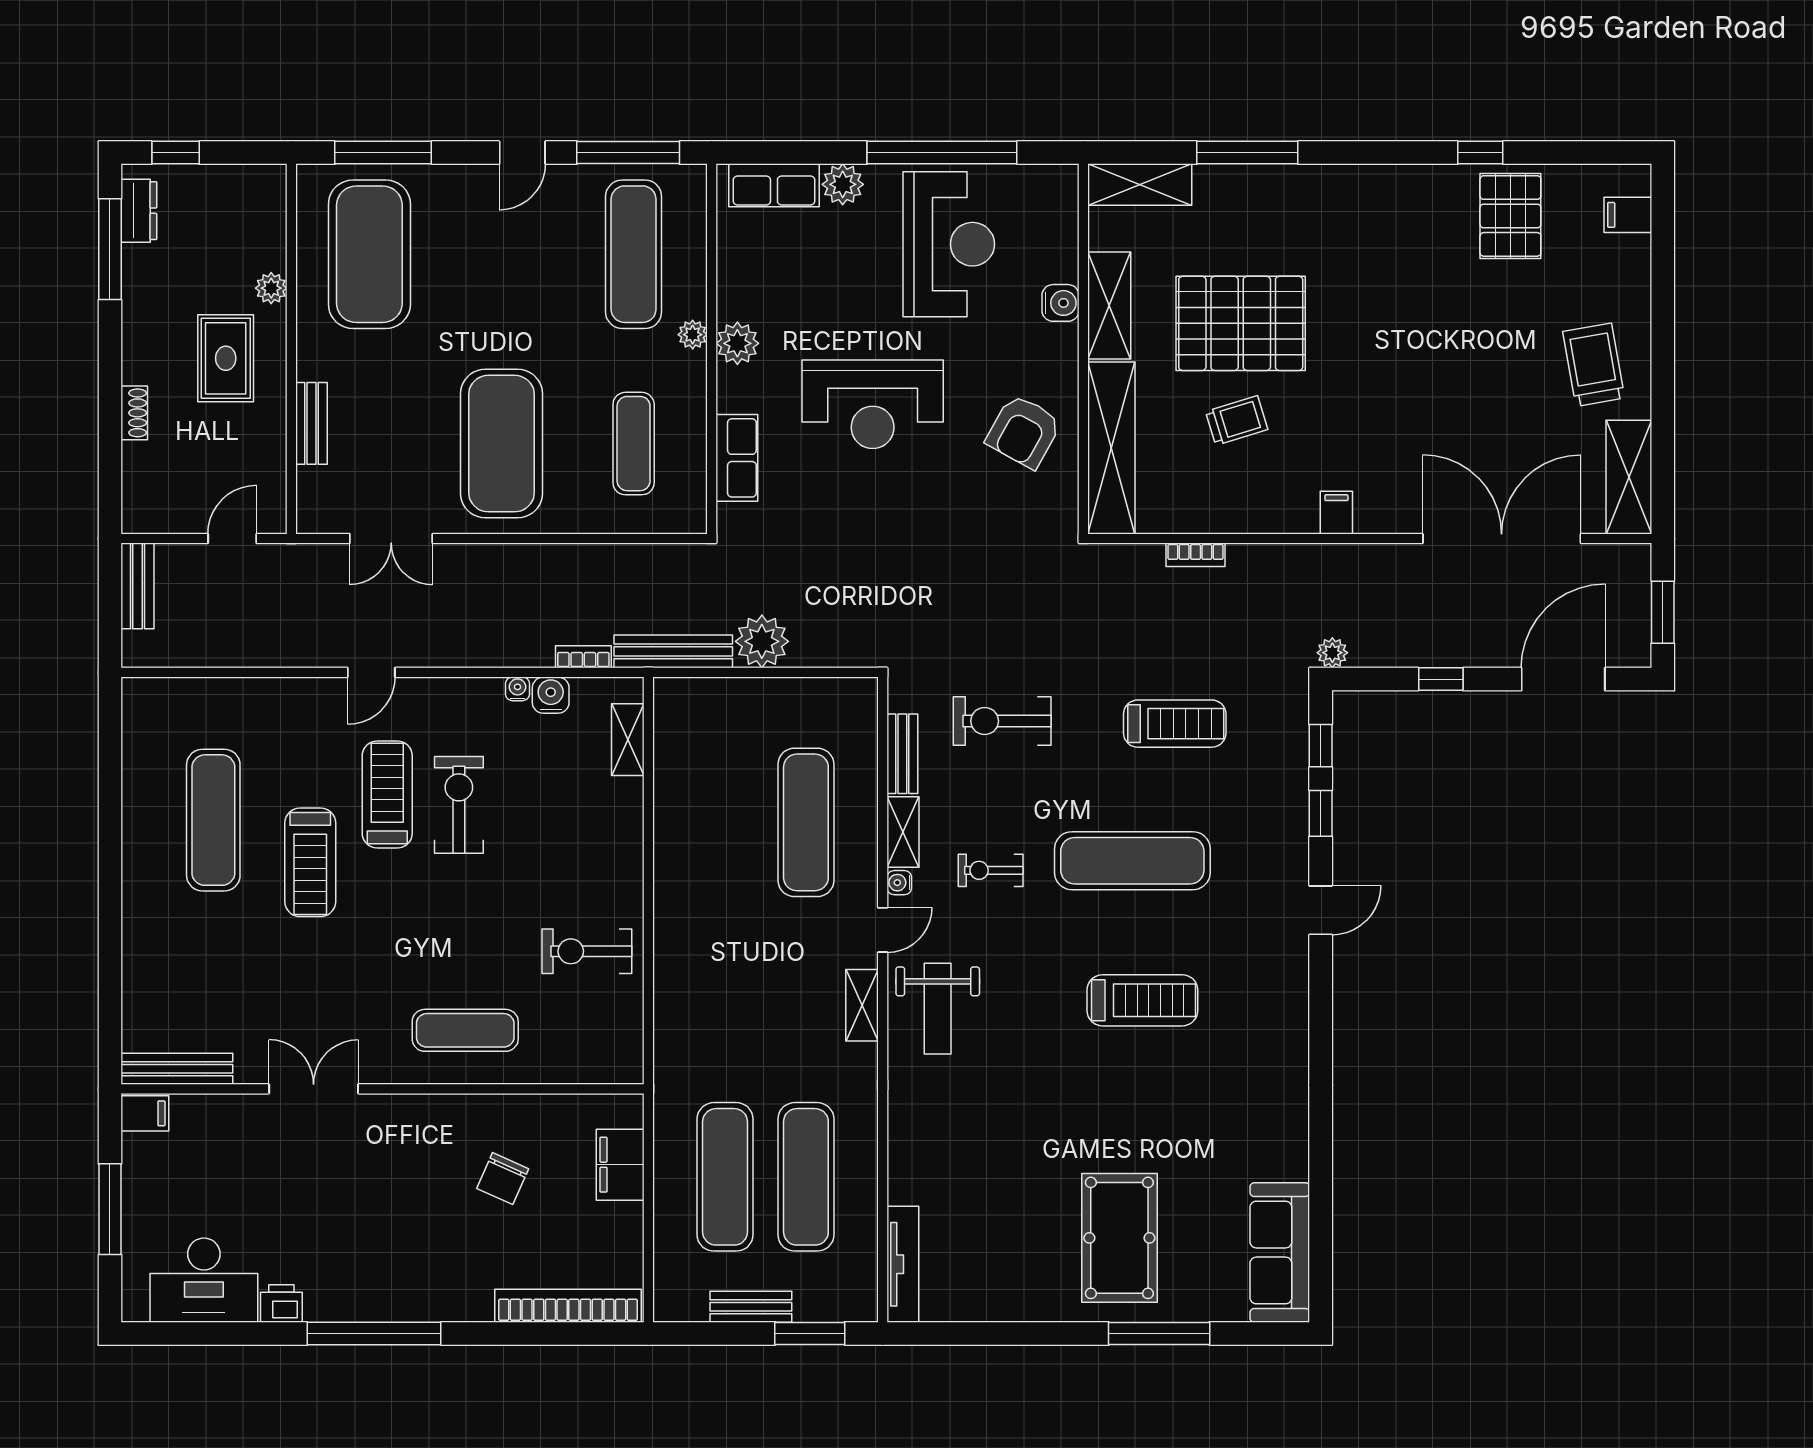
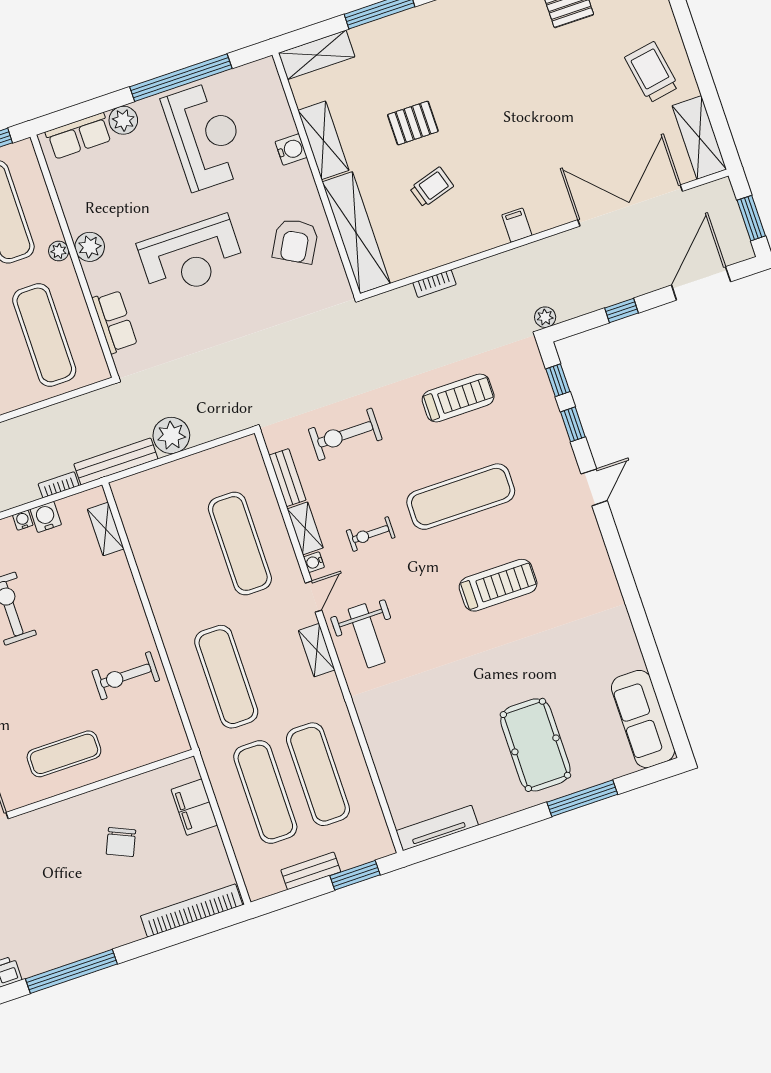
pallet: (1241, 323) -> (413, 123), width x0.49, depth x0.50
exercise mat: (634, 444) -> (44, 335), width x1.36, depth x1.45
exercise mat: (725, 1000) -> (226, 677), added
tv unit: (903, 1264) -> (437, 828), moved, turned -90

